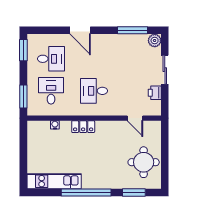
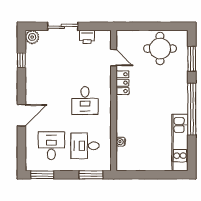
window: (132, 30) -> (21, 60), width x0.46
door: (135, 118) -> (114, 58), hinge flipped
locker: (83, 127) -> (123, 83), moved

